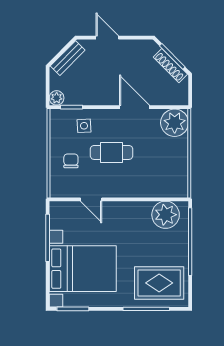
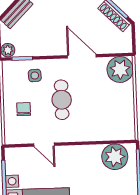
cafe table: (112, 152) -> (62, 100), turned 90

